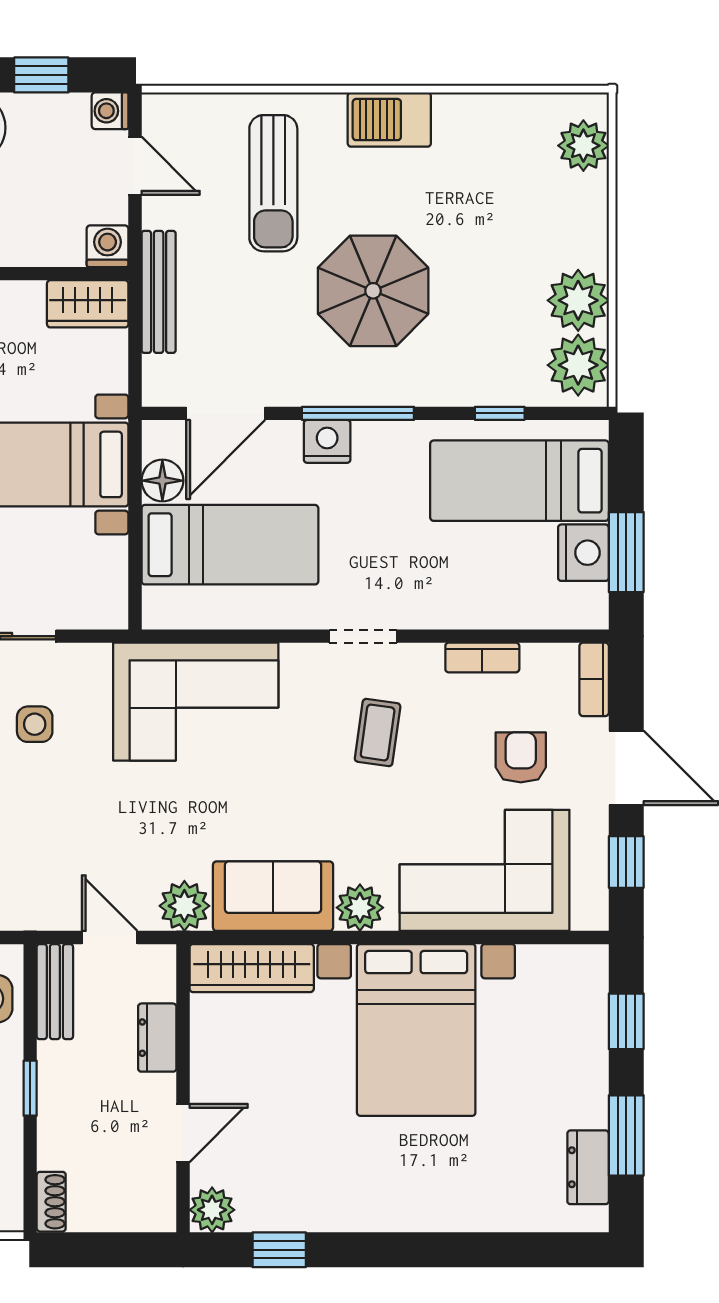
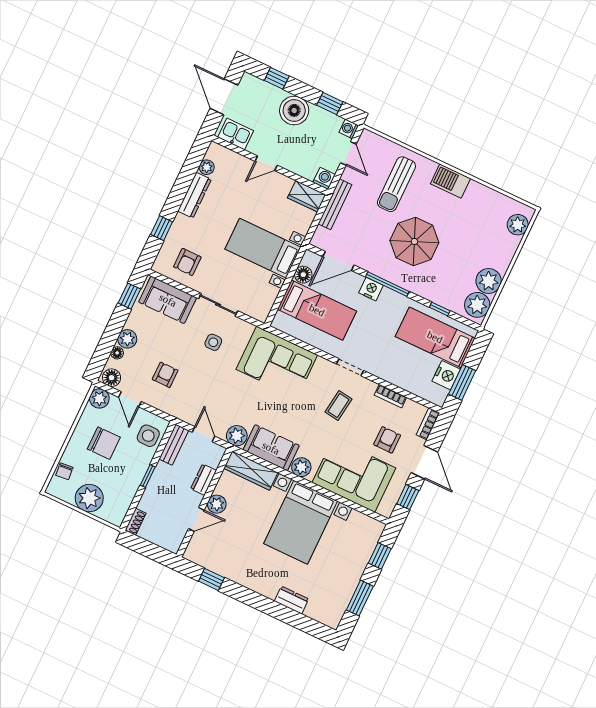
dresser: (588, 1167) -> (292, 600), moved, turned 90
plant: (212, 1210) -> (217, 504), moved

